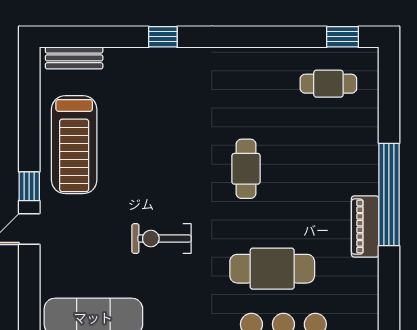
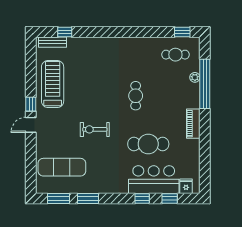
window: (163, 37) -> (65, 32), moved
plant: (368, 131) -> (195, 77), added
treadmill: (74, 145) -> (53, 84), turned 180
window: (389, 195) -> (205, 84), moved

